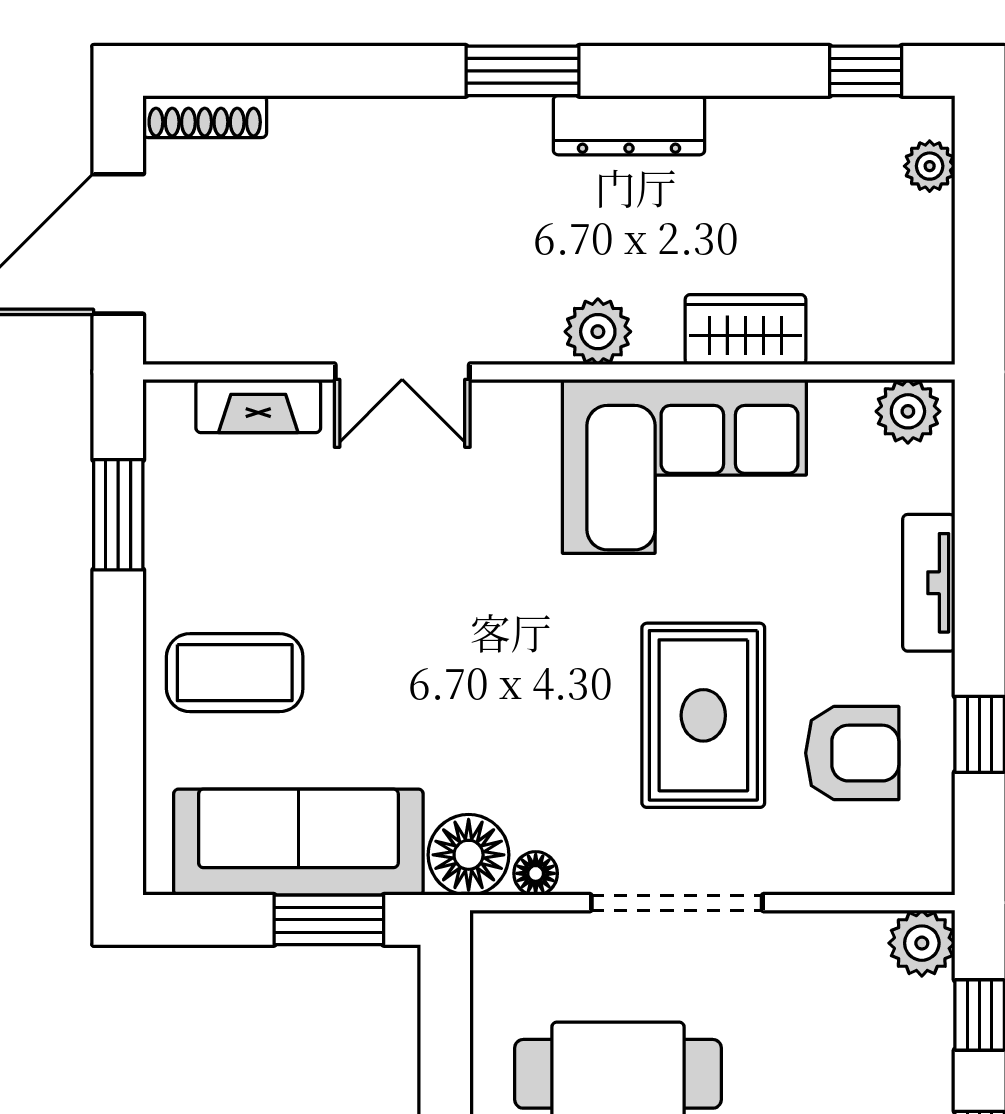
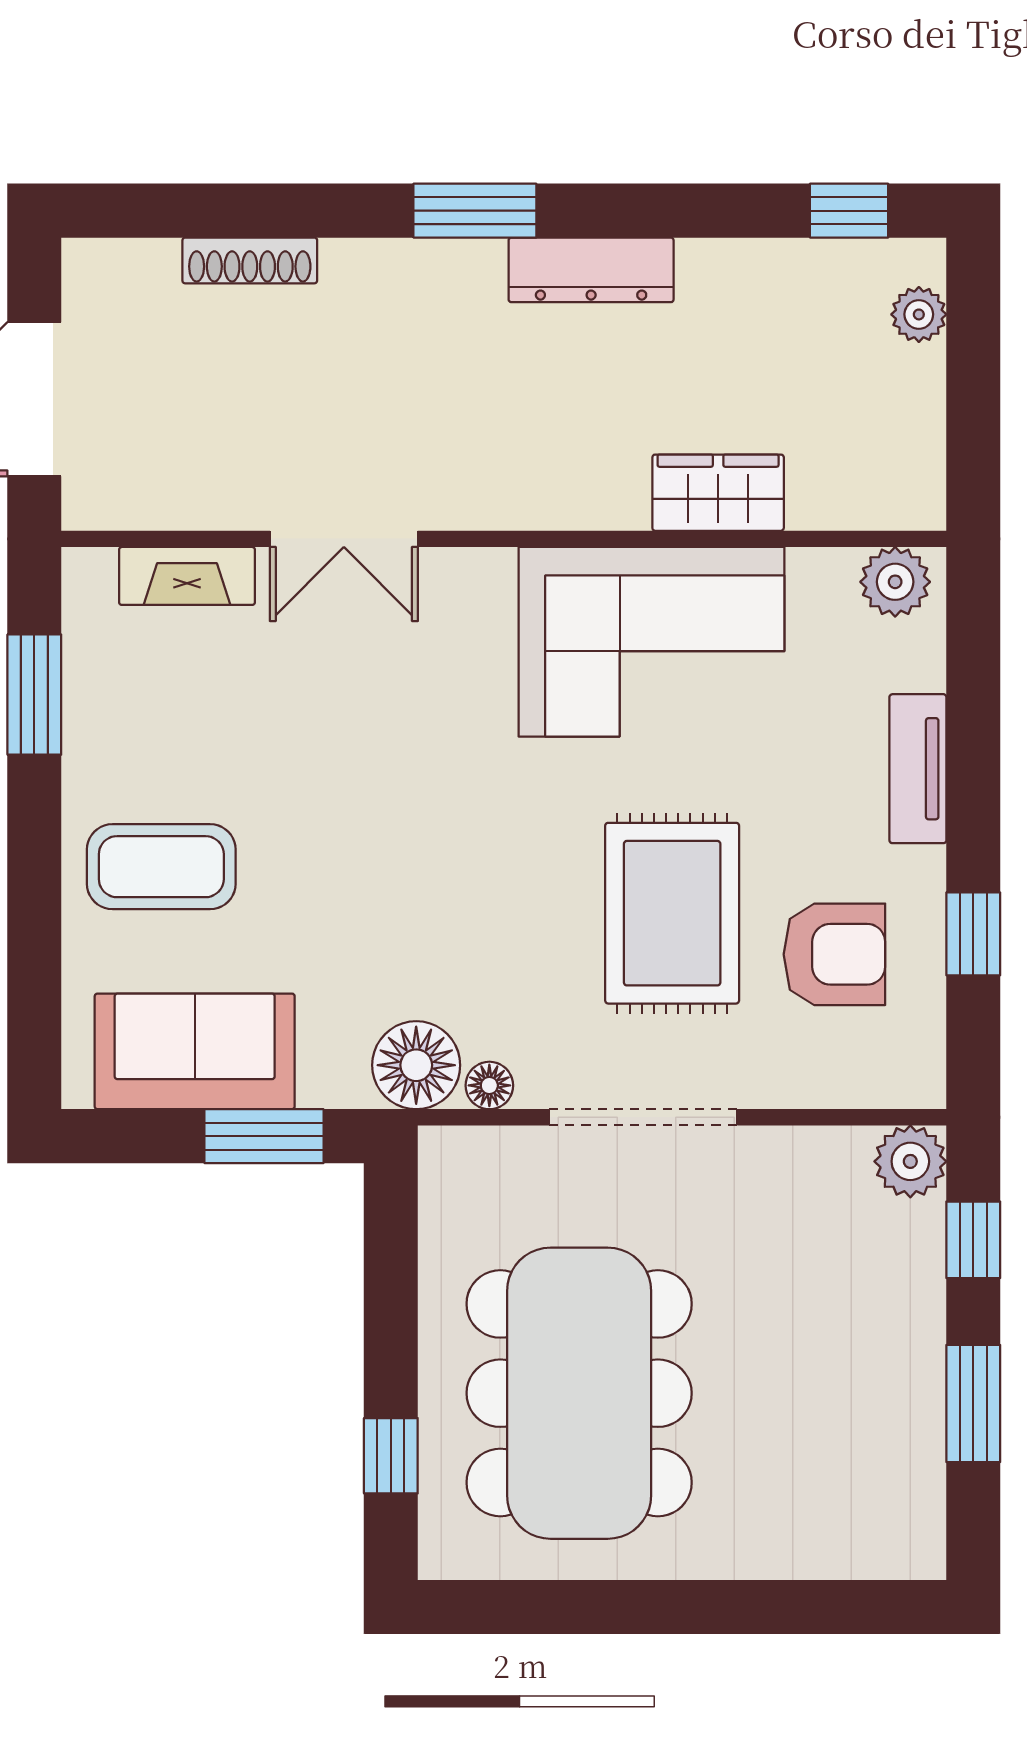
shoe rack: (205, 117) -> (250, 260), moved
plant: (598, 332) -> (557, 495), removed
sofa: (298, 842) -> (195, 1051), width x0.73

